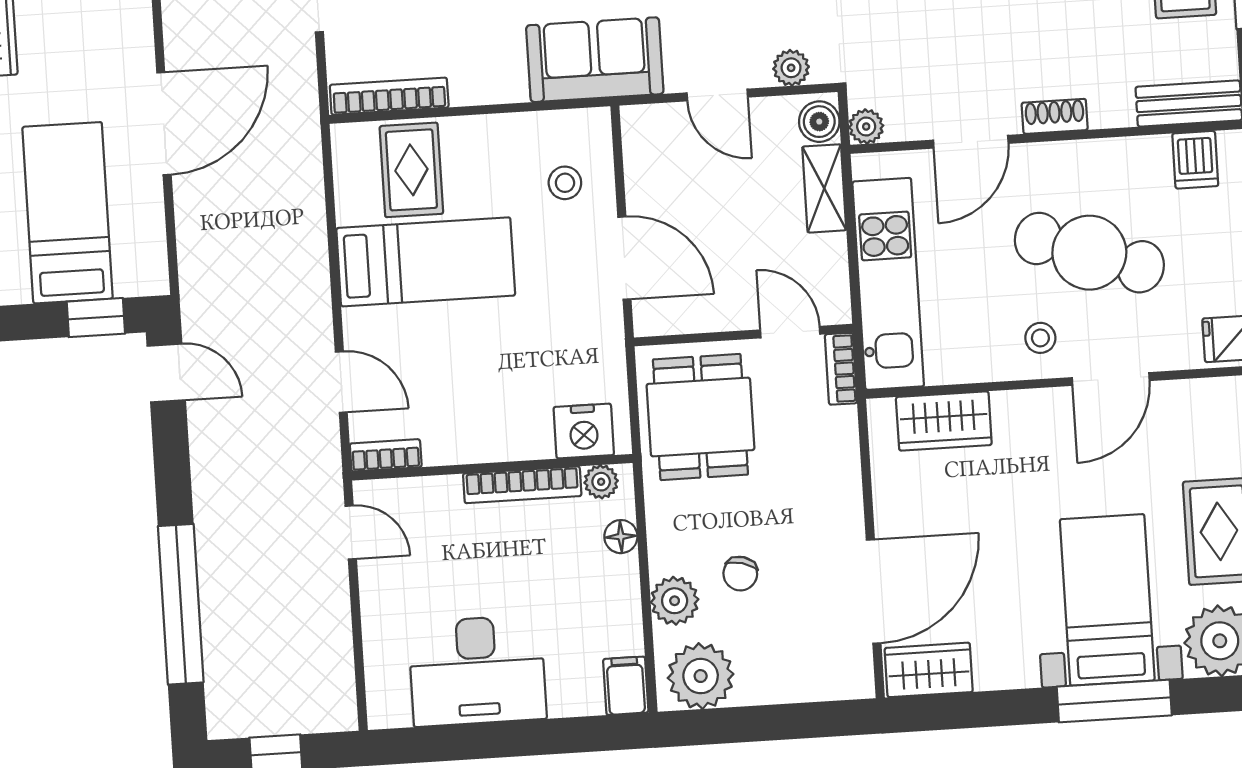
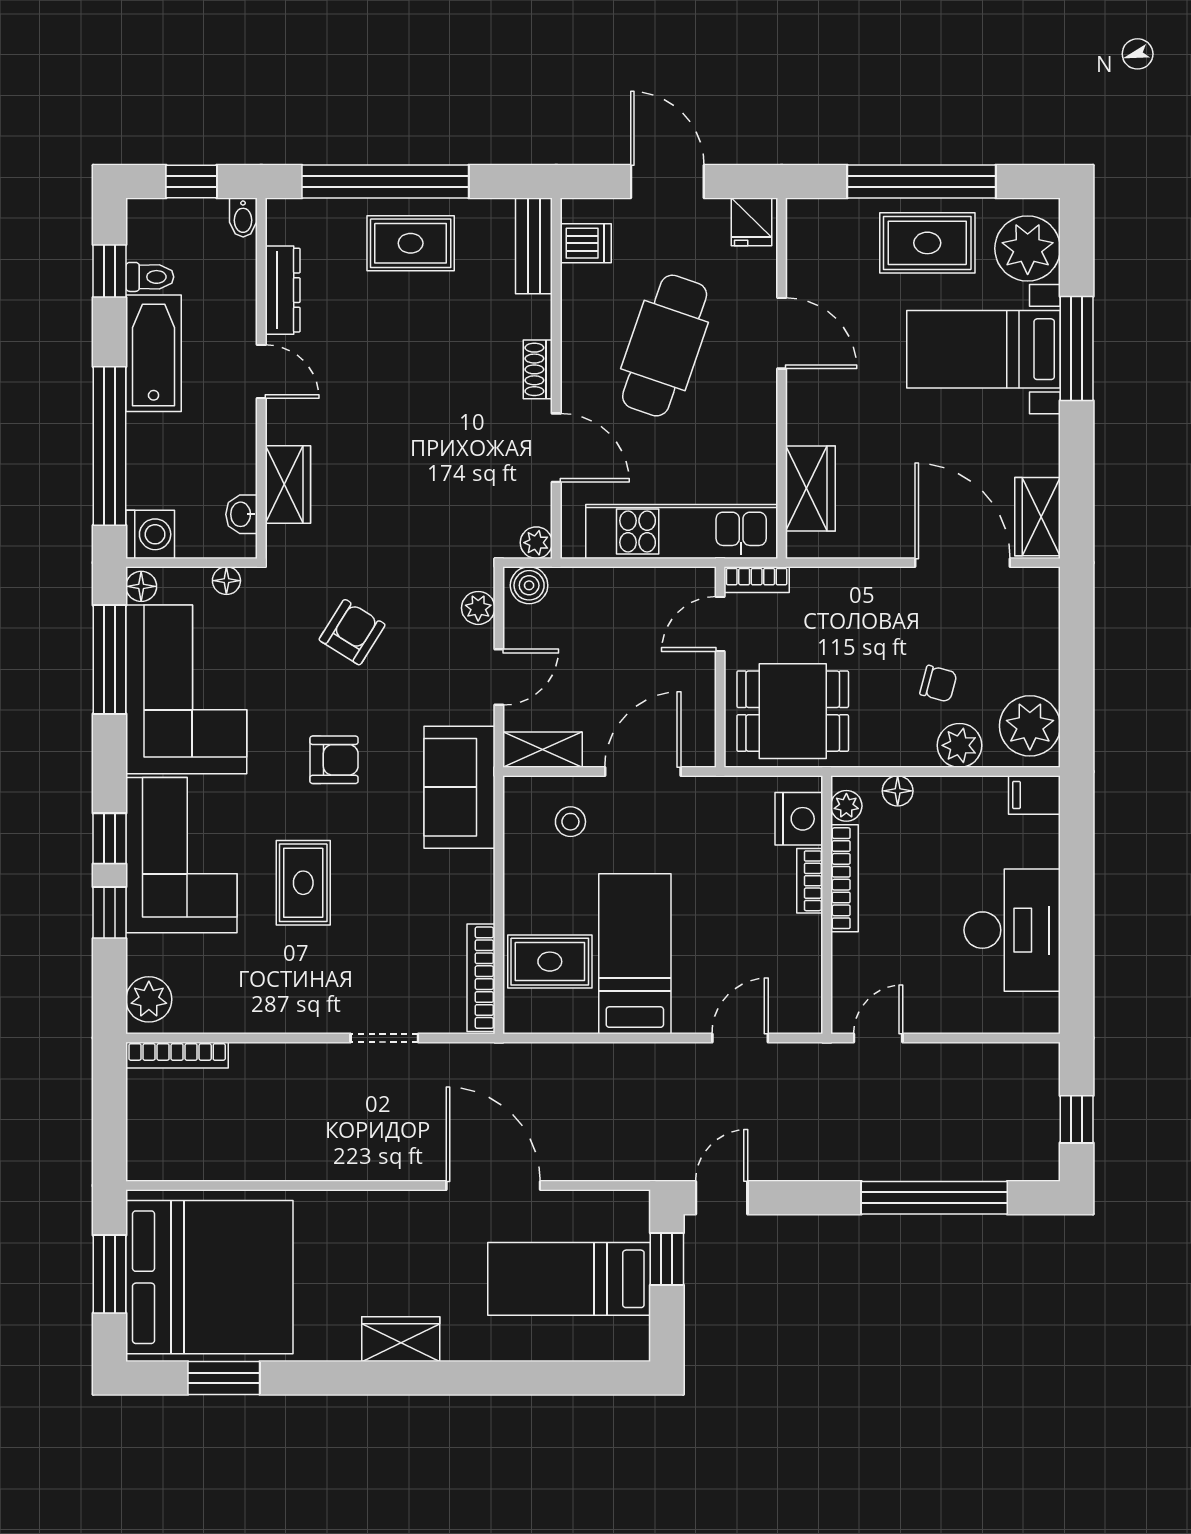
shelving: (824, 188) -> (543, 750), moved
stool: (1040, 338) -> (740, 395), removed
bookcase: (386, 455) -> (810, 881), moved

